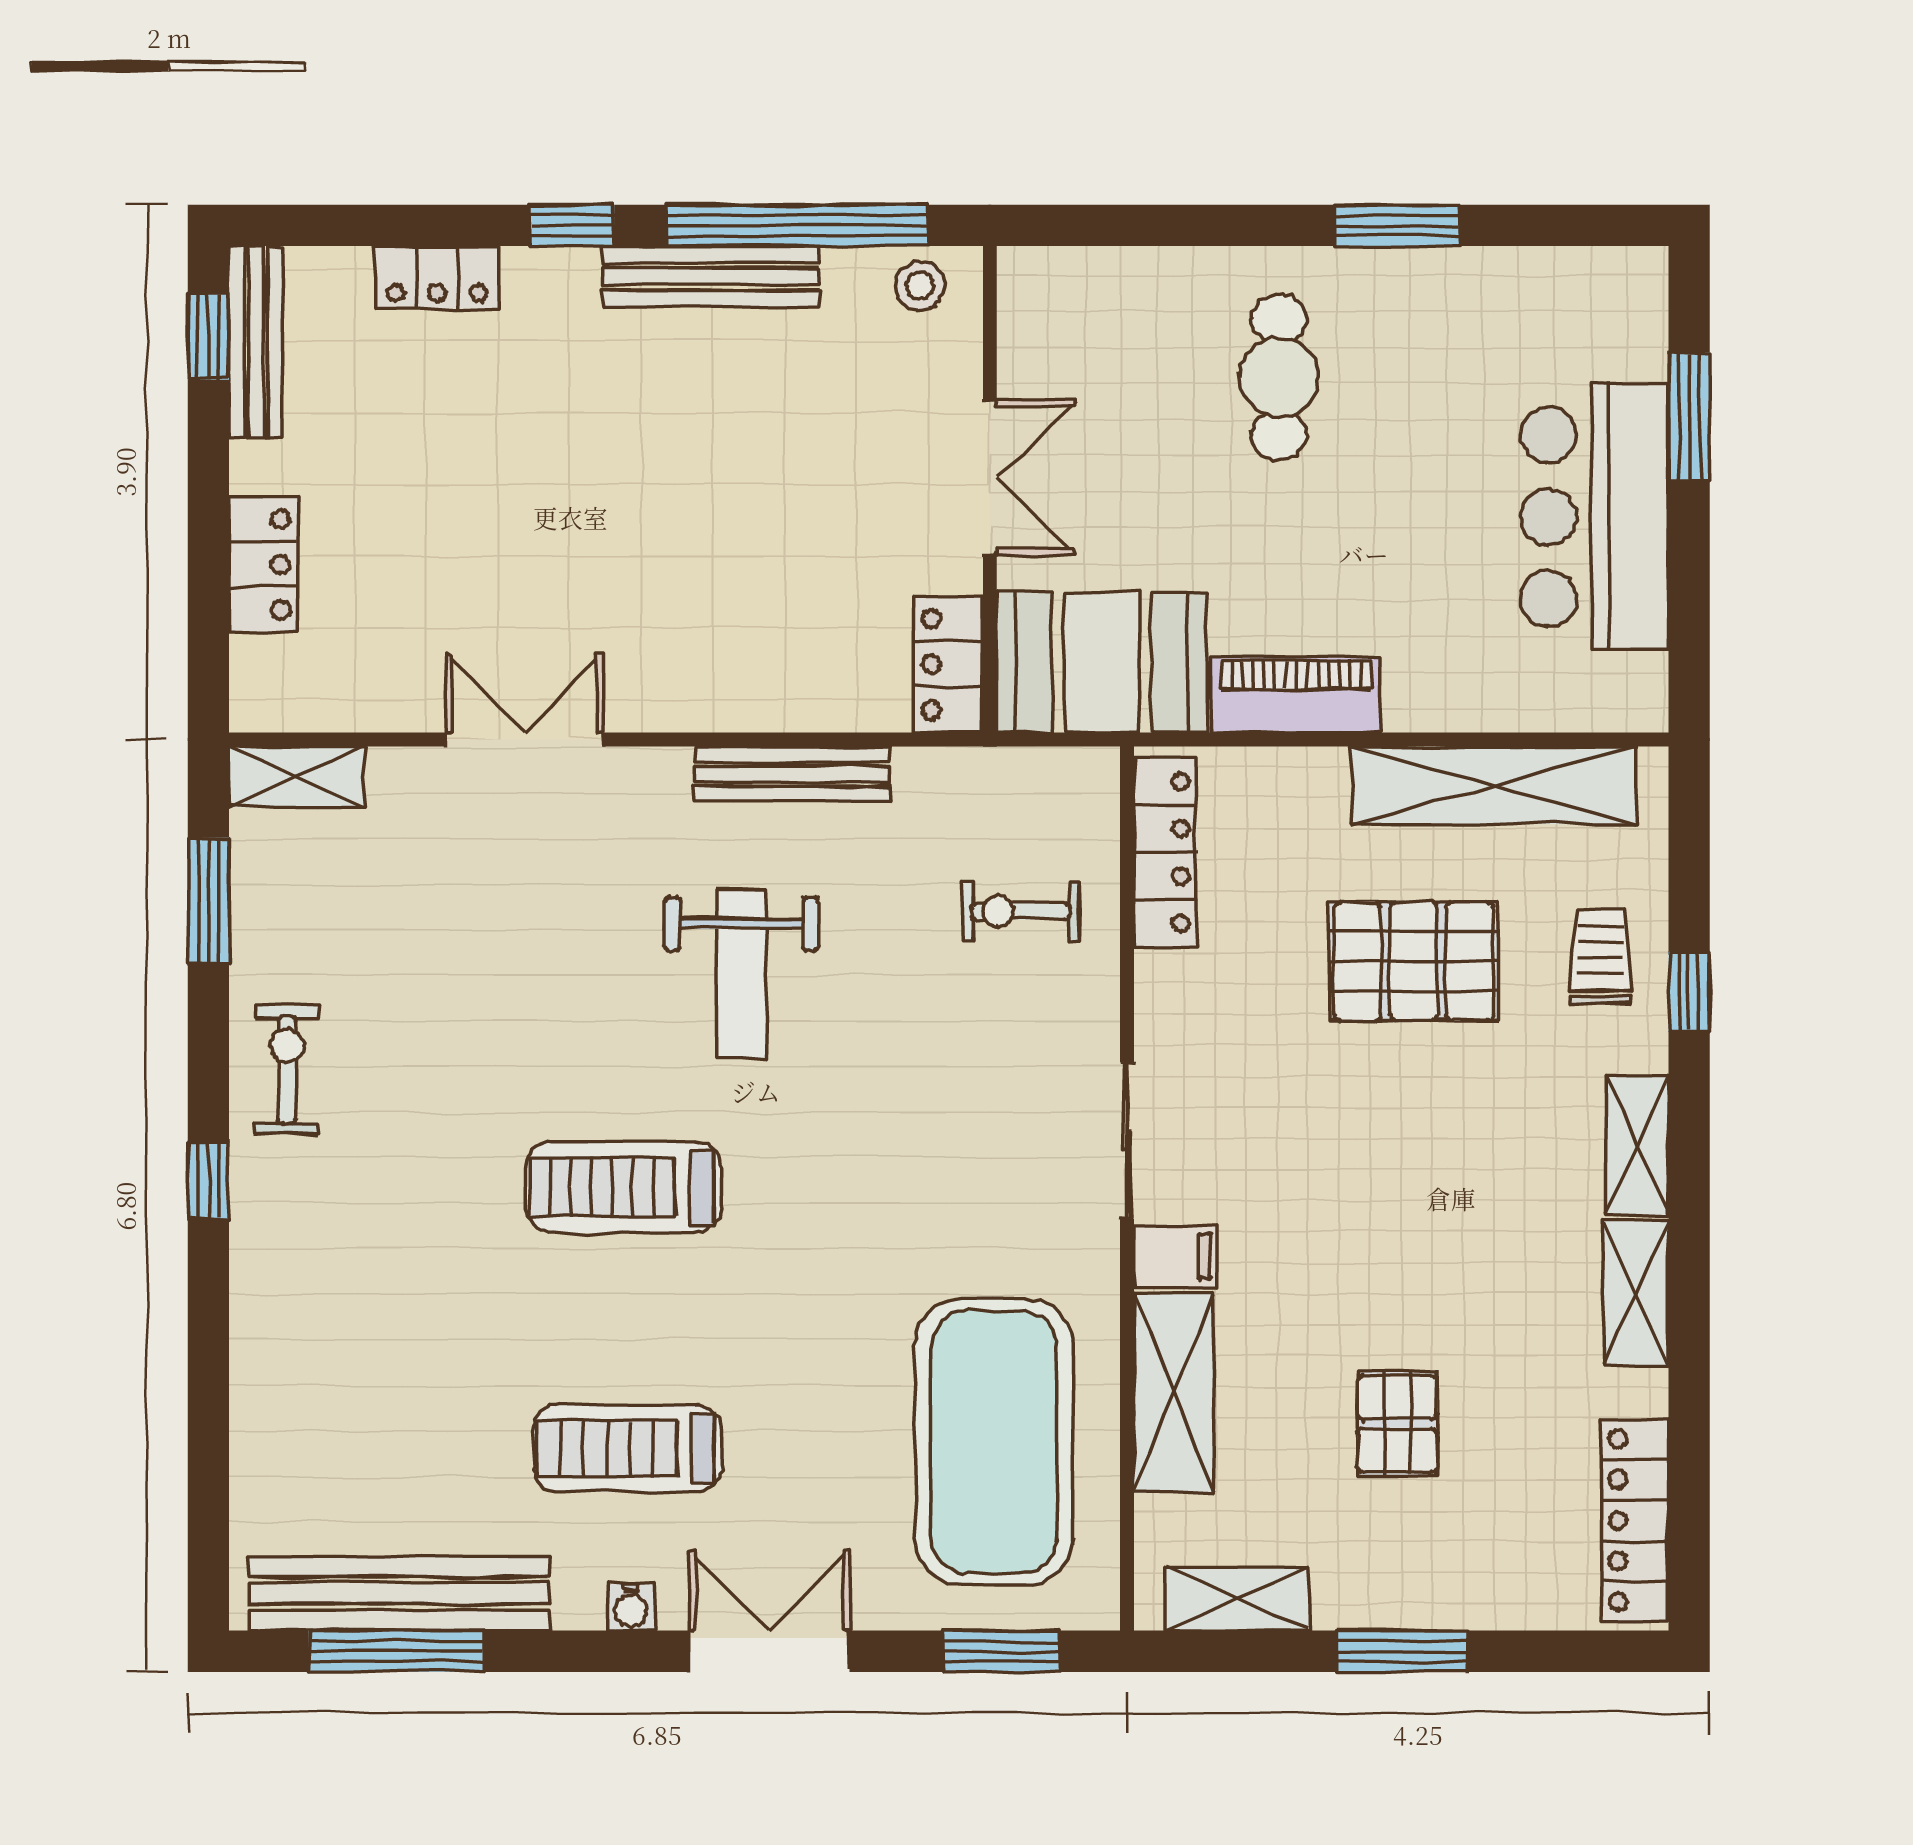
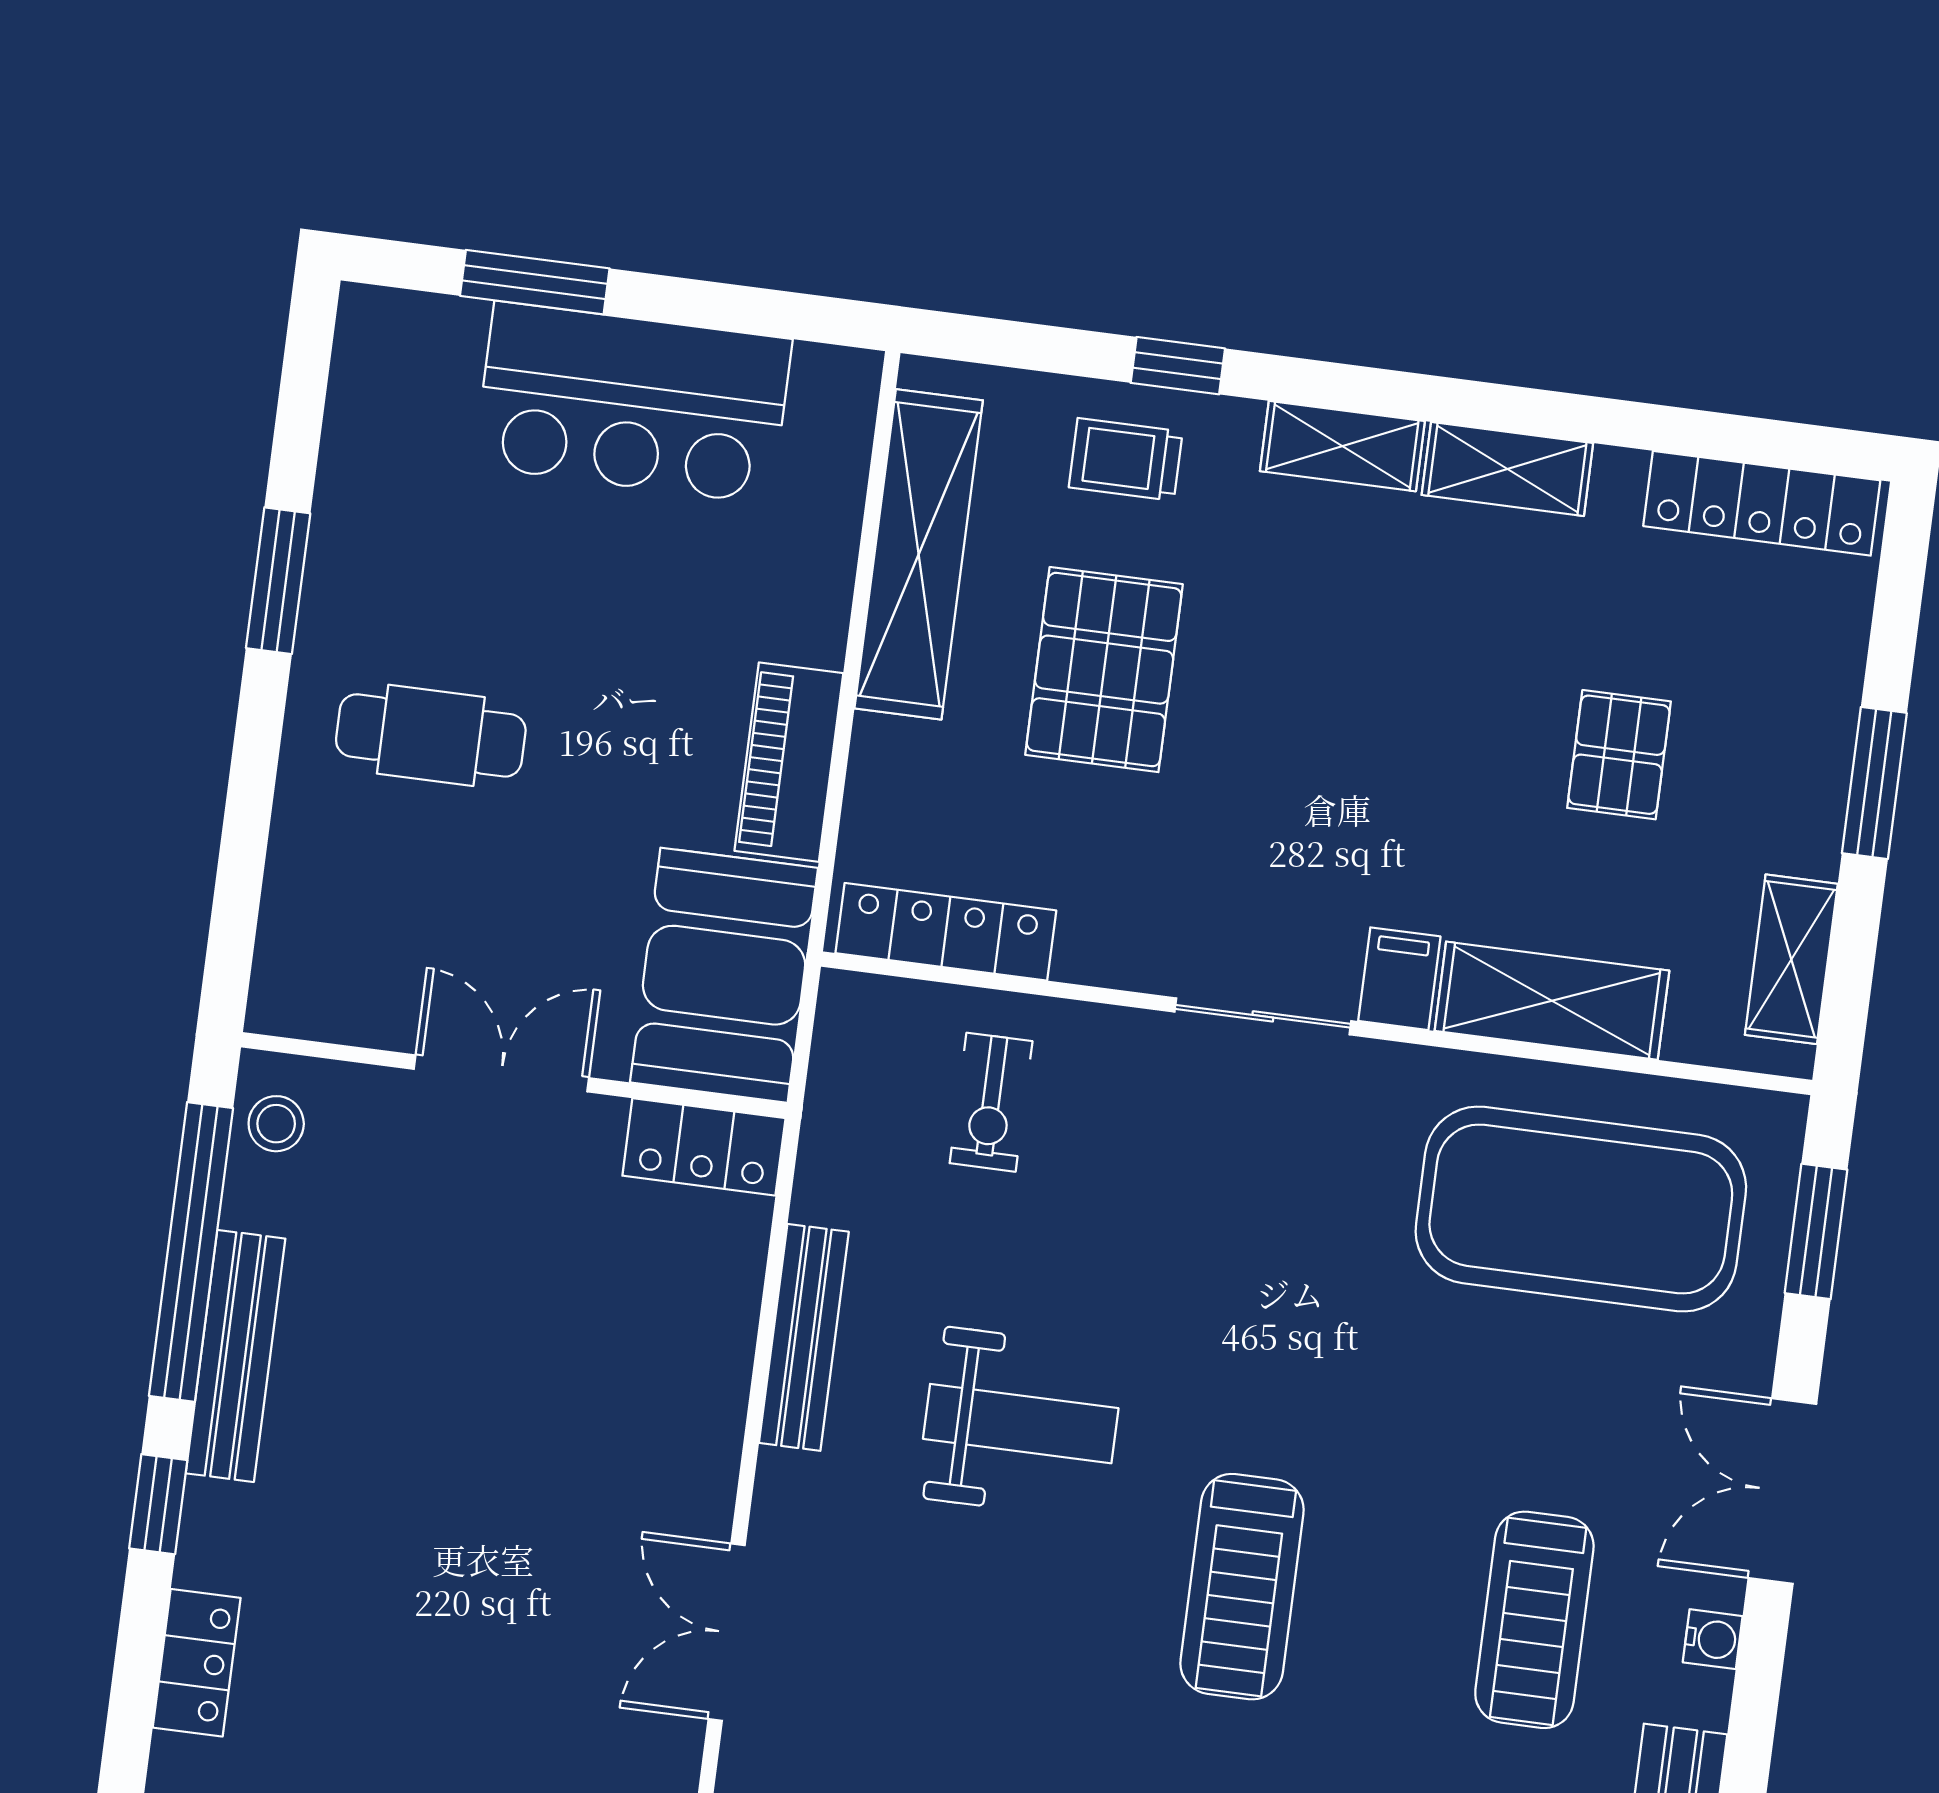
pallet: (1398, 1424) -> (1619, 755), turned 90

